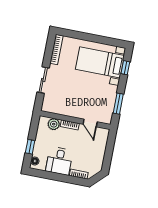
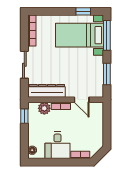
window: (108, 41) -> (83, 11), added
window: (125, 68) -> (107, 35), width x2.17
dresser: (59, 108) -> (47, 91), added
window: (30, 147) -> (24, 116), moved

